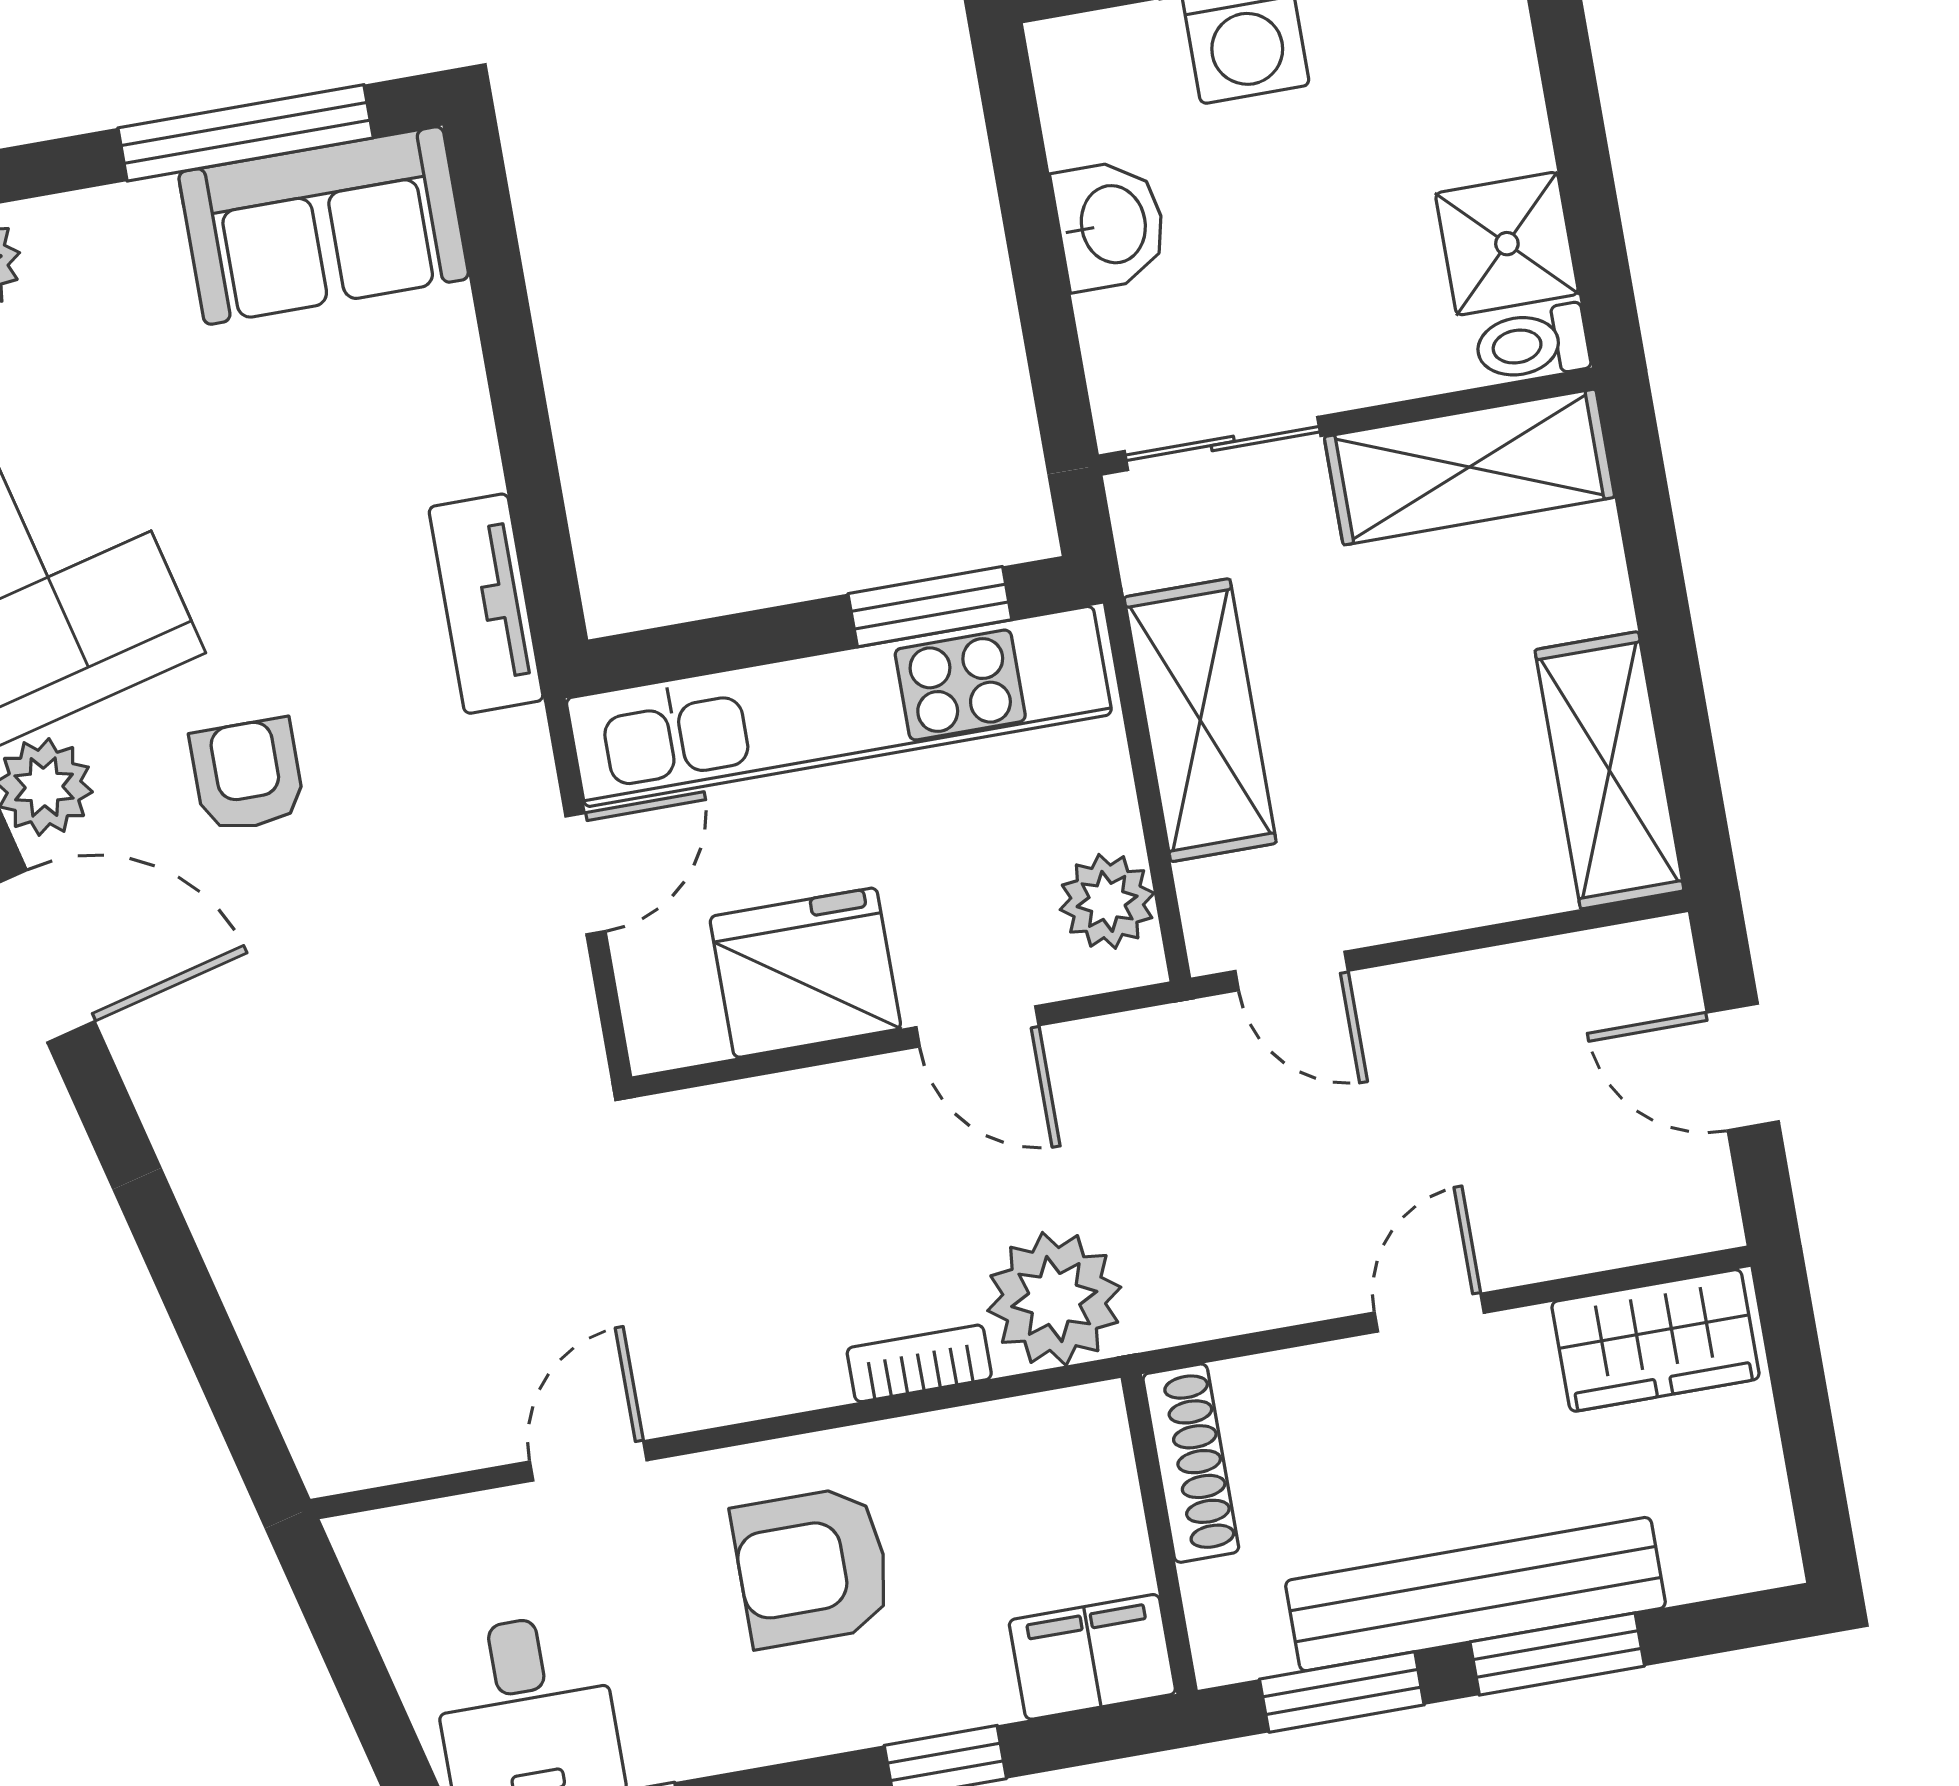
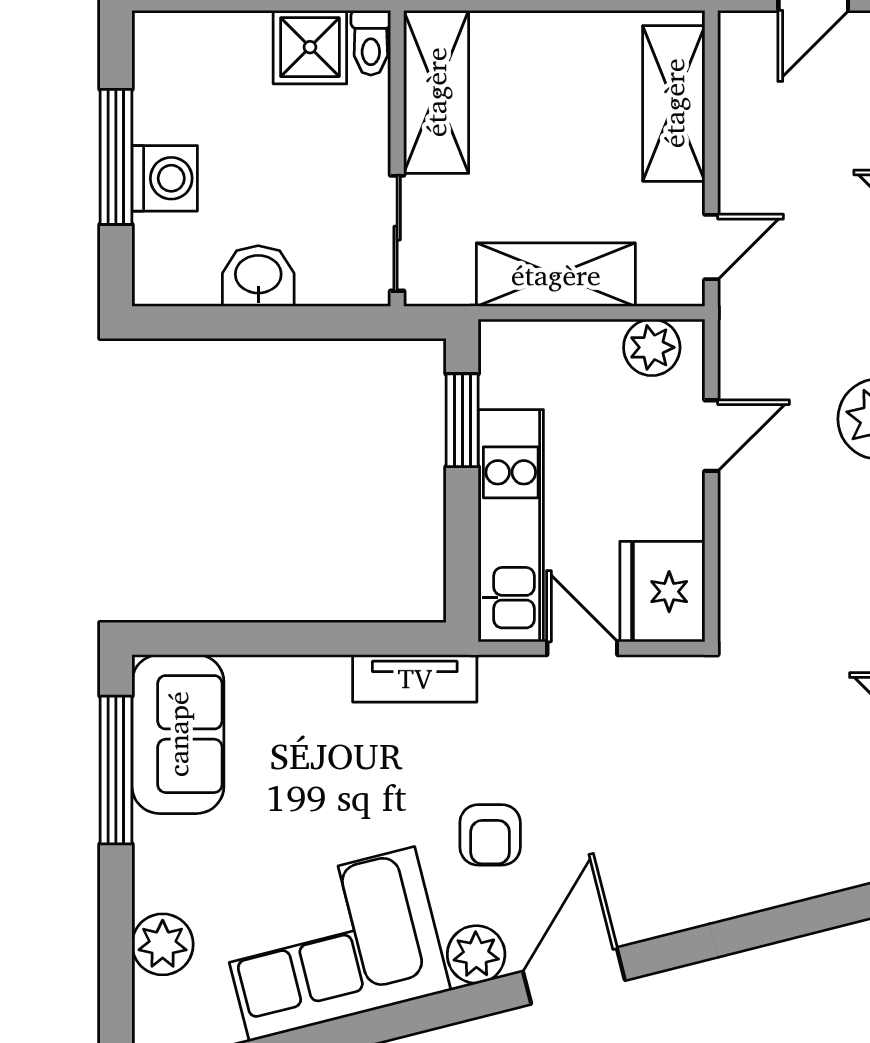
kitchen unit: (839, 706) -> (511, 526), width x0.73
shelving: (1609, 770) -> (674, 103), moved, turned 90
armchair: (247, 775) -> (490, 835), turned -90
fridge: (805, 973) -> (662, 592), moved

